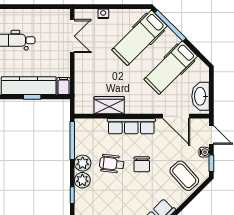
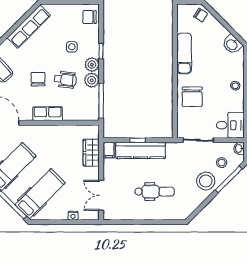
wardrobe: (109, 105) -> (91, 153), moved, turned 90
row of seats: (131, 126) -> (48, 114), width x0.68
side table: (105, 200) -> (72, 47), added

